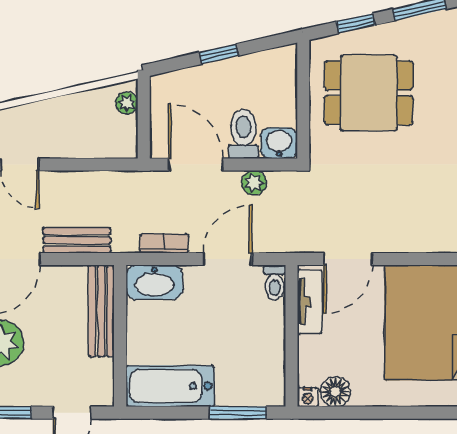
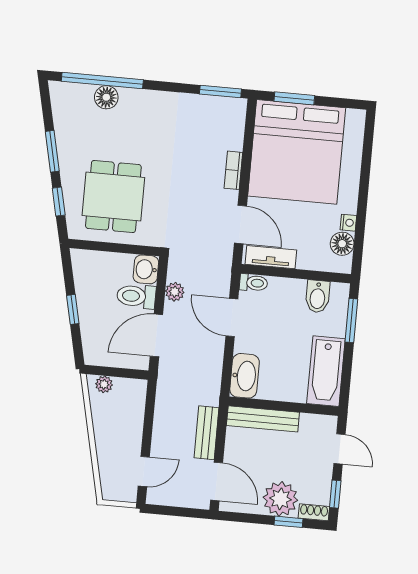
bookcase: (164, 243) -> (233, 170), moved
bidet: (265, 366) -> (318, 296), added
nightstand: (308, 397) -> (348, 223), moved

